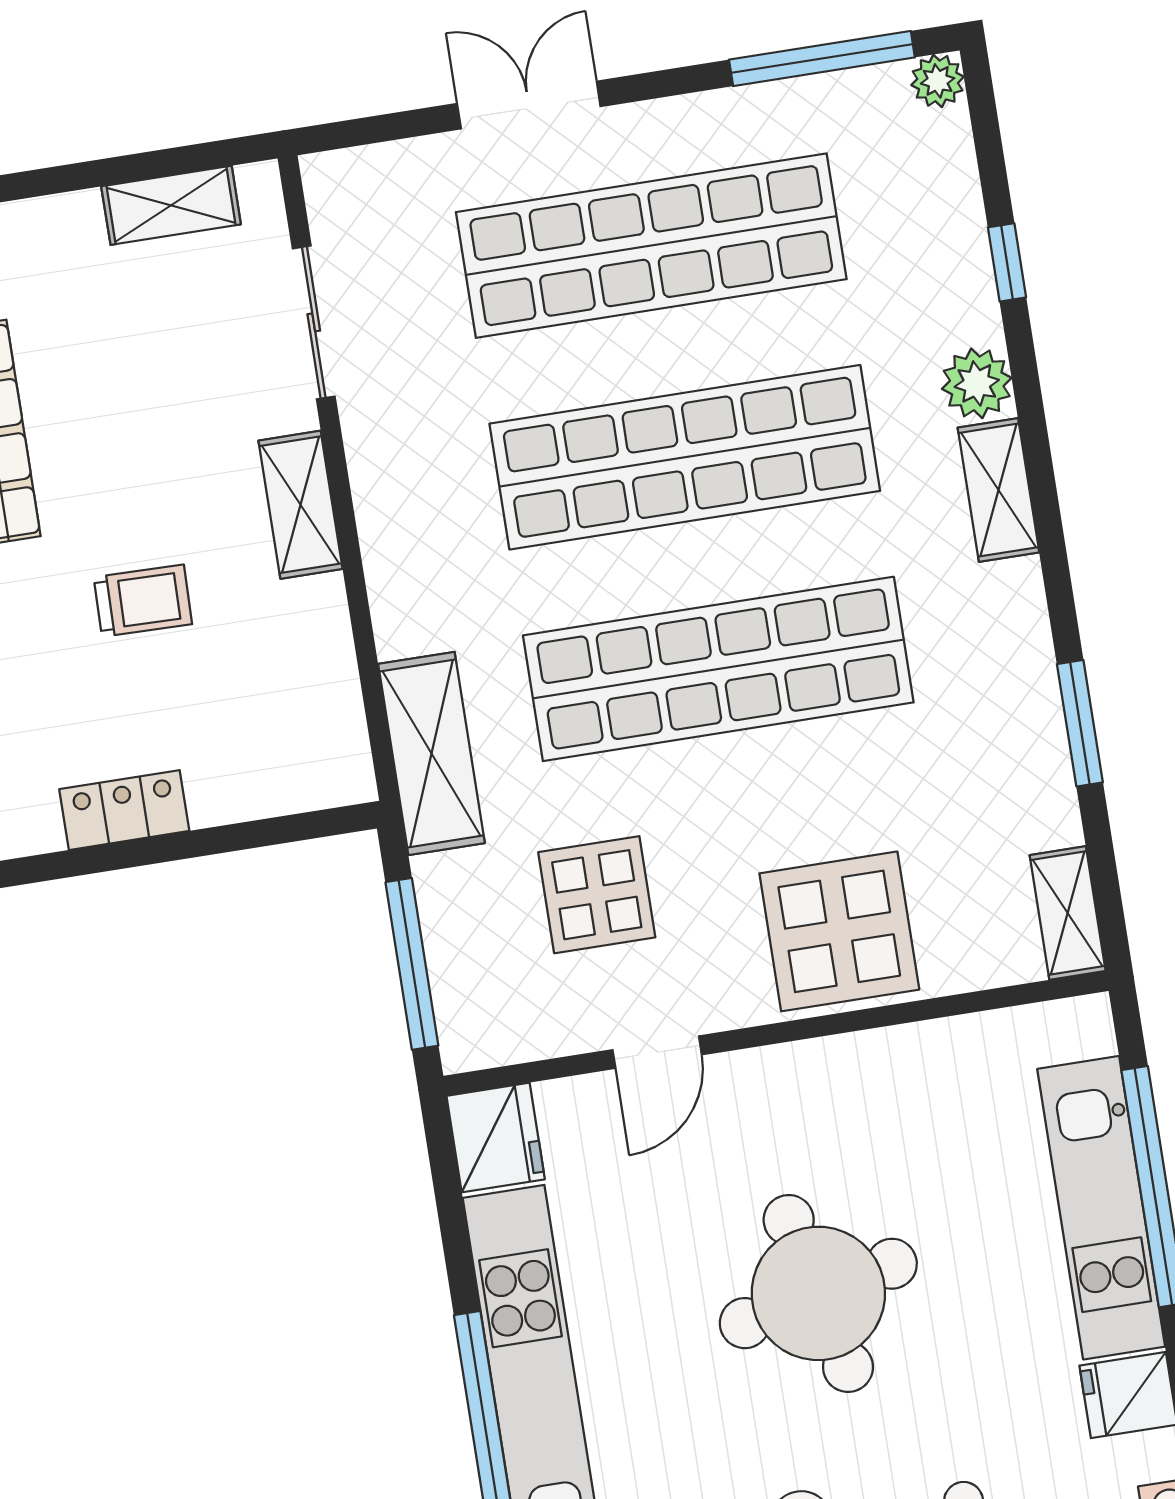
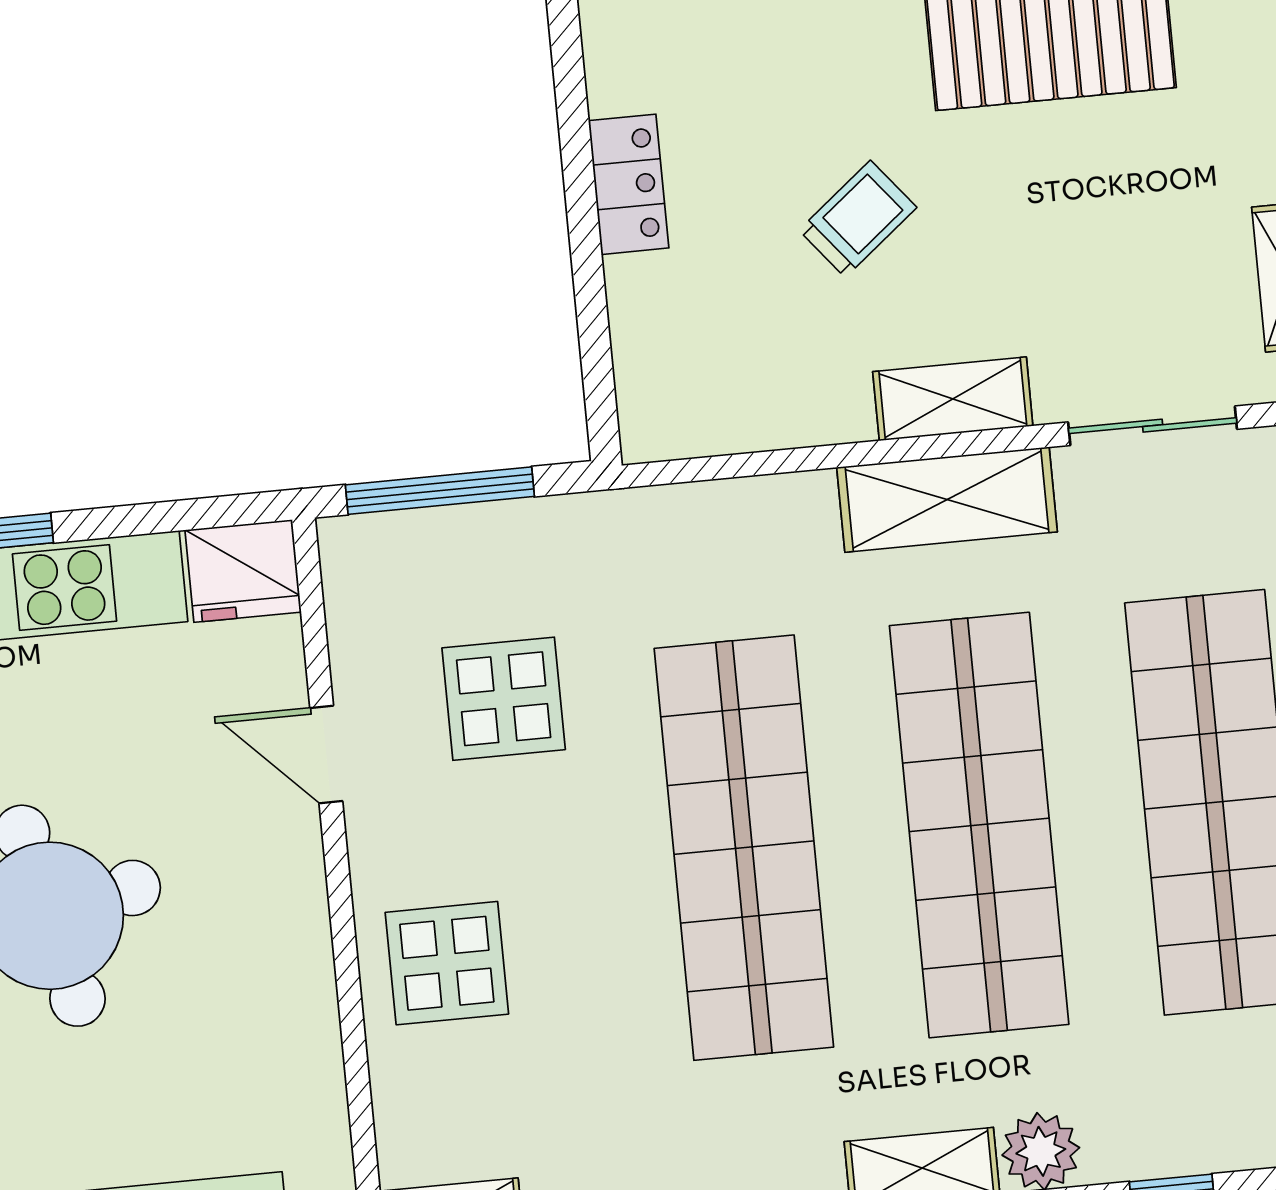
trolley: (143, 601) -> (858, 219), turned -130
shelving: (431, 753) -> (947, 500), moved
display table: (839, 931) -> (447, 963), width x0.73, depth x0.73

